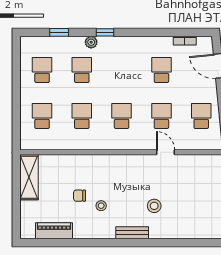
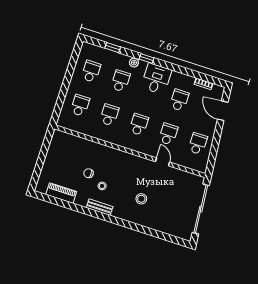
desk: (125, 53) -> (156, 79), added
shelving: (29, 177) -> (56, 148), removed
bench: (132, 233) -> (100, 207), moved

